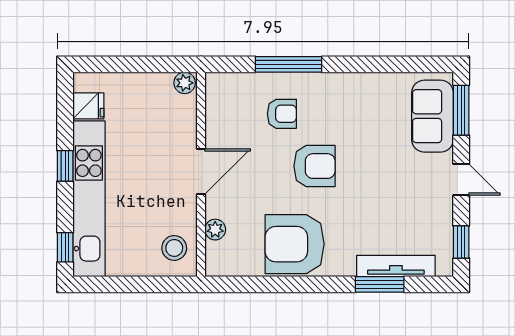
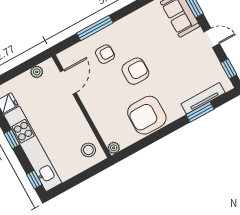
plant: (185, 83) -> (37, 72), moved
door: (201, 171) -> (68, 82), moved
plant: (215, 230) -> (114, 148), moved

